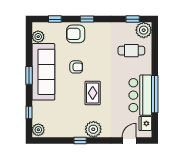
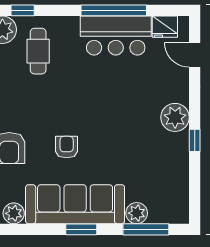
window: (155, 42) -> (23, 10), added
rug: (93, 93) -> (112, 119), removed
window: (29, 112) -> (146, 229), width x2.17
plant: (38, 130) -> (137, 213), moved

